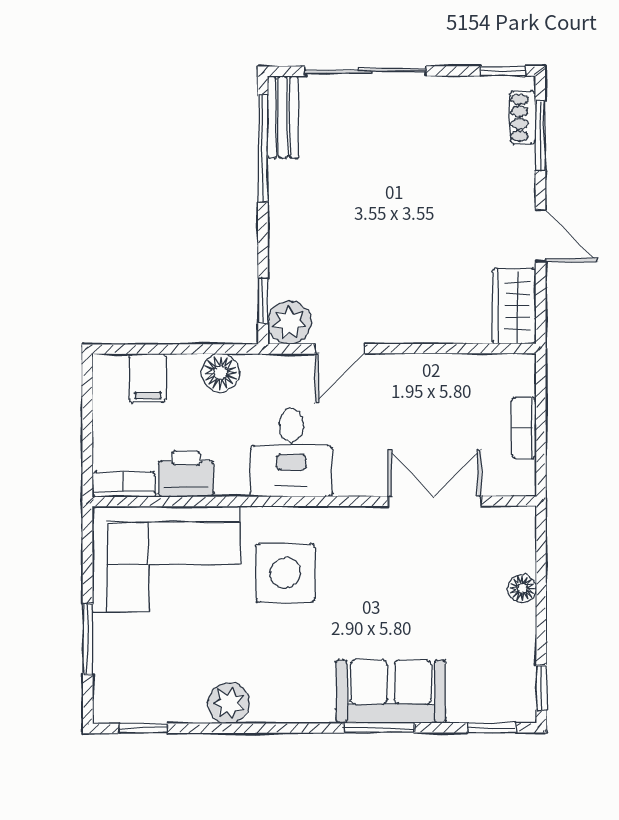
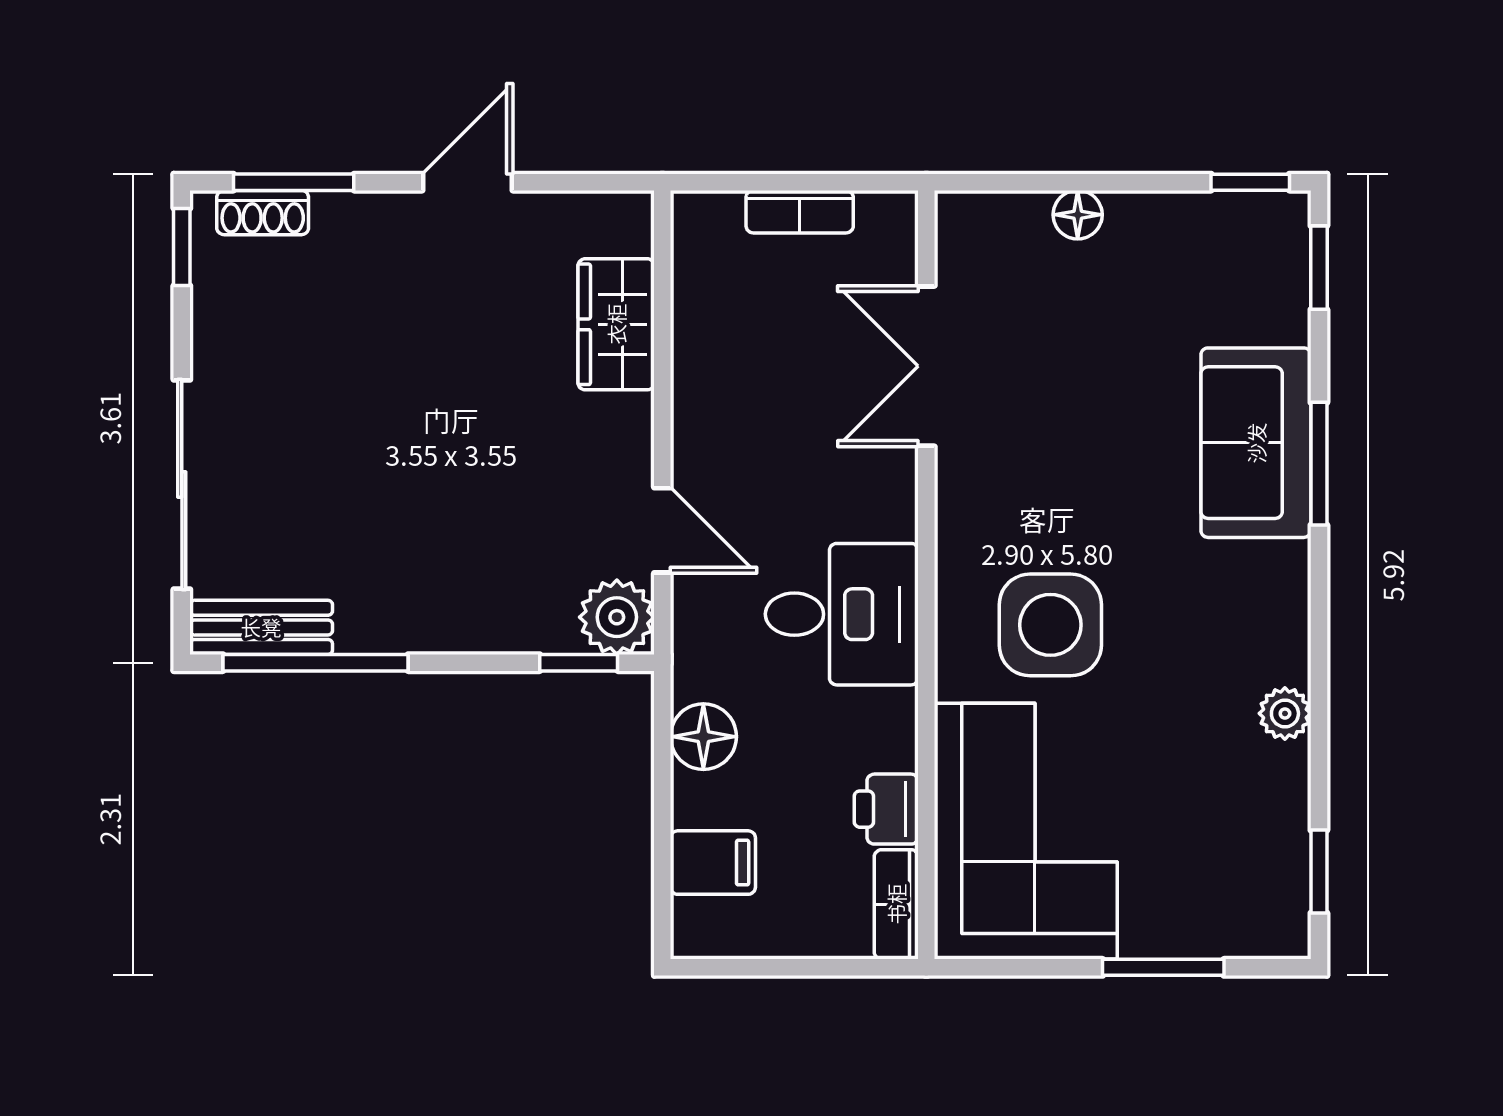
wardrobe: (514, 306) -> (616, 324), moved, turned 90
printer: (186, 474) -> (886, 809), width x0.73, depth x0.81
plant: (229, 703) -> (1285, 713), width x0.73, depth x0.73

